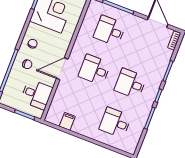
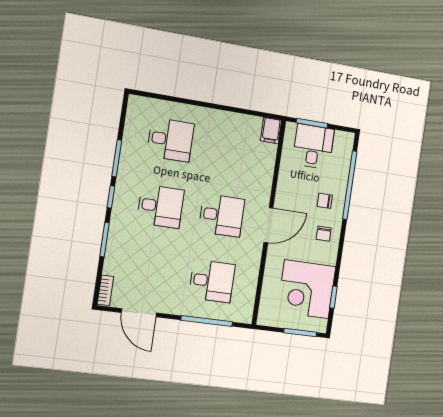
door: (62, 69) -> (268, 225), moved
desk: (37, 94) -> (313, 146), moved, turned 90
filing cabinet: (67, 121) -> (271, 131), moved

